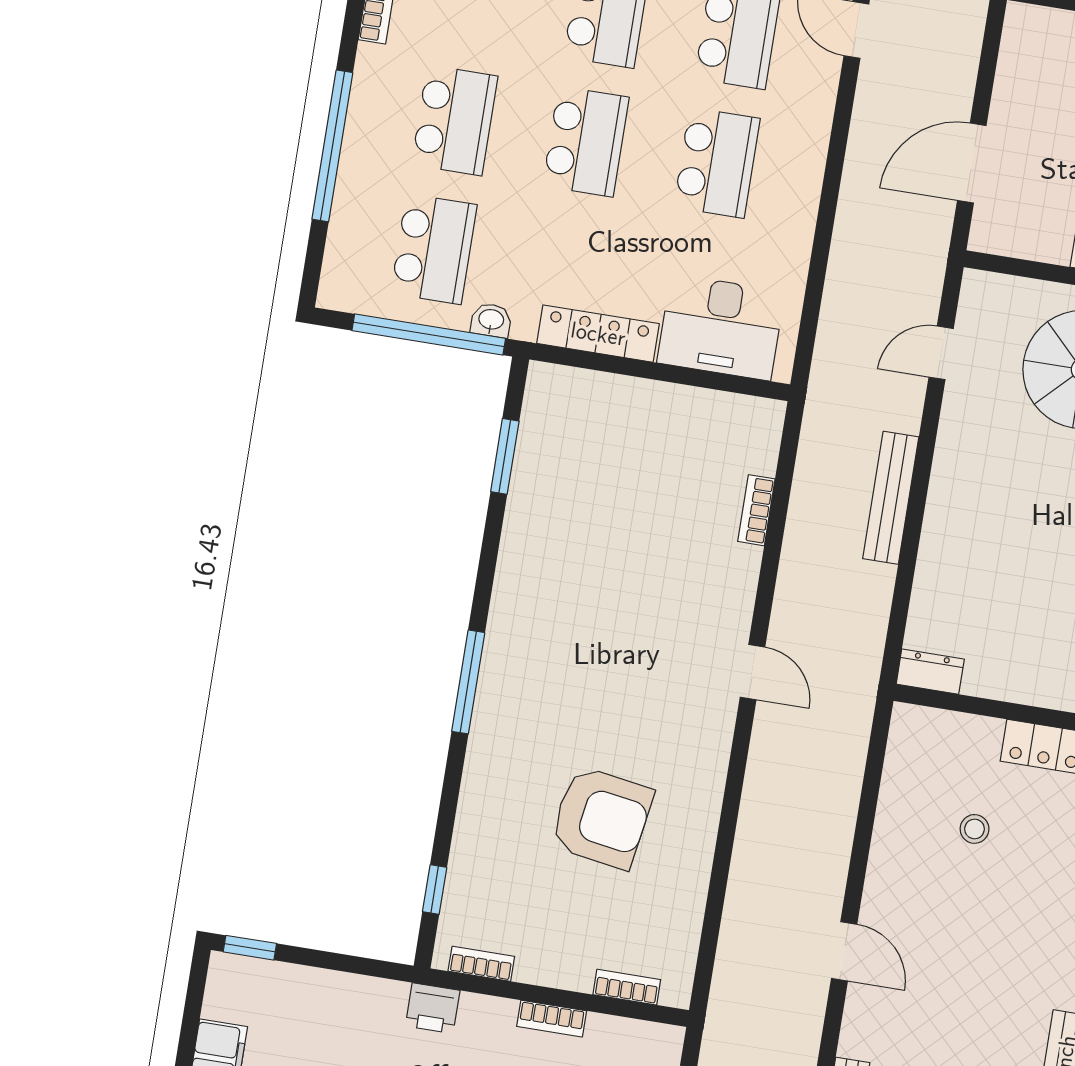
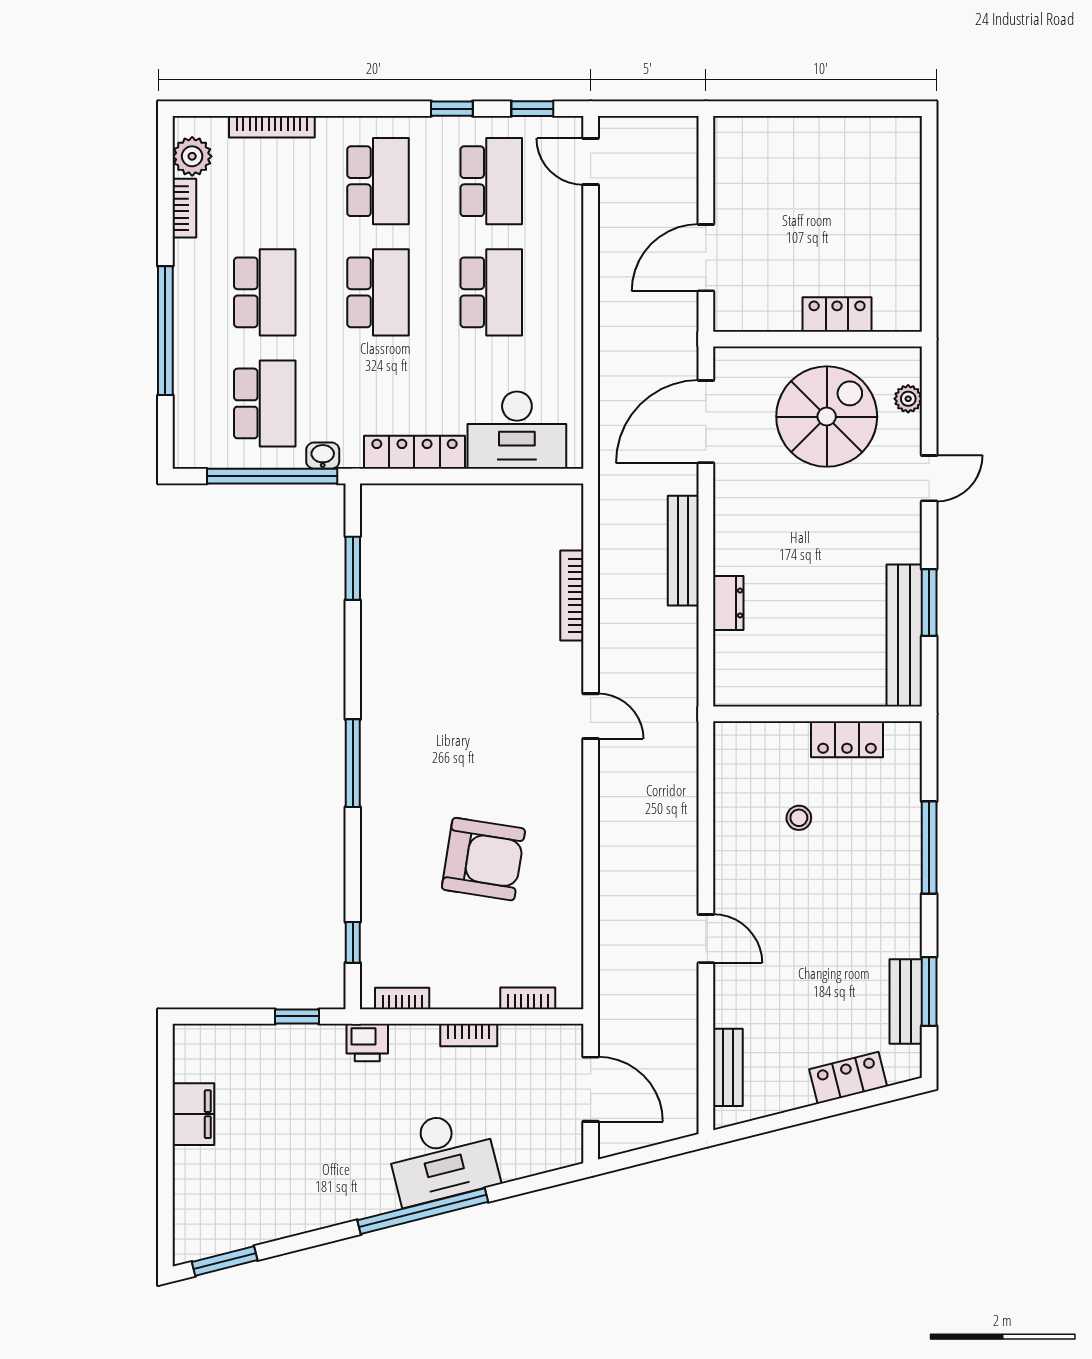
door: (941, 353) -> (706, 422), width x1.88
bookcase: (756, 510) -> (572, 596), width x1.56
dresser: (930, 672) -> (728, 603), moved, turned 90
window: (250, 948) -> (297, 1016), moved

